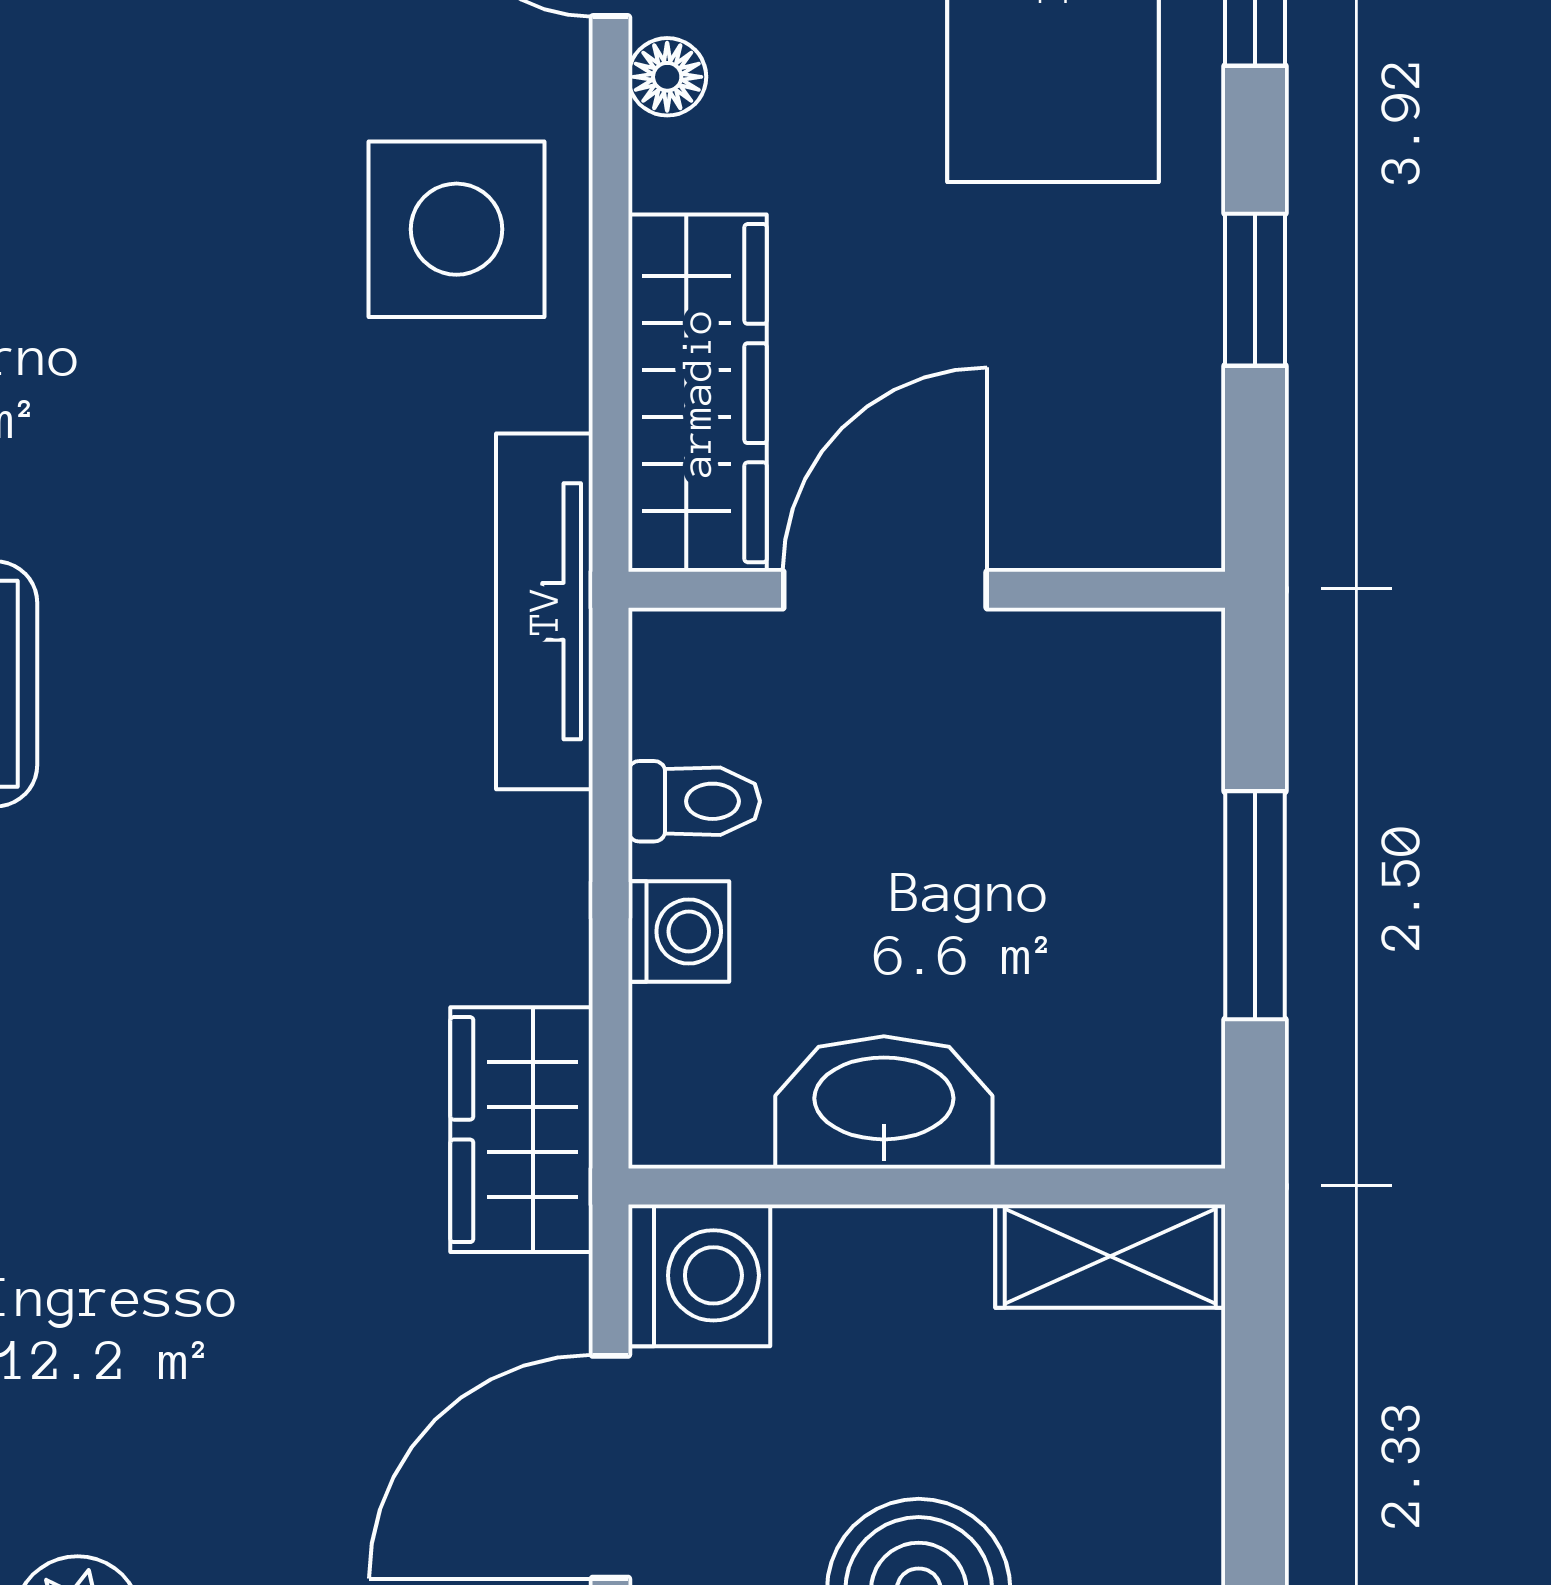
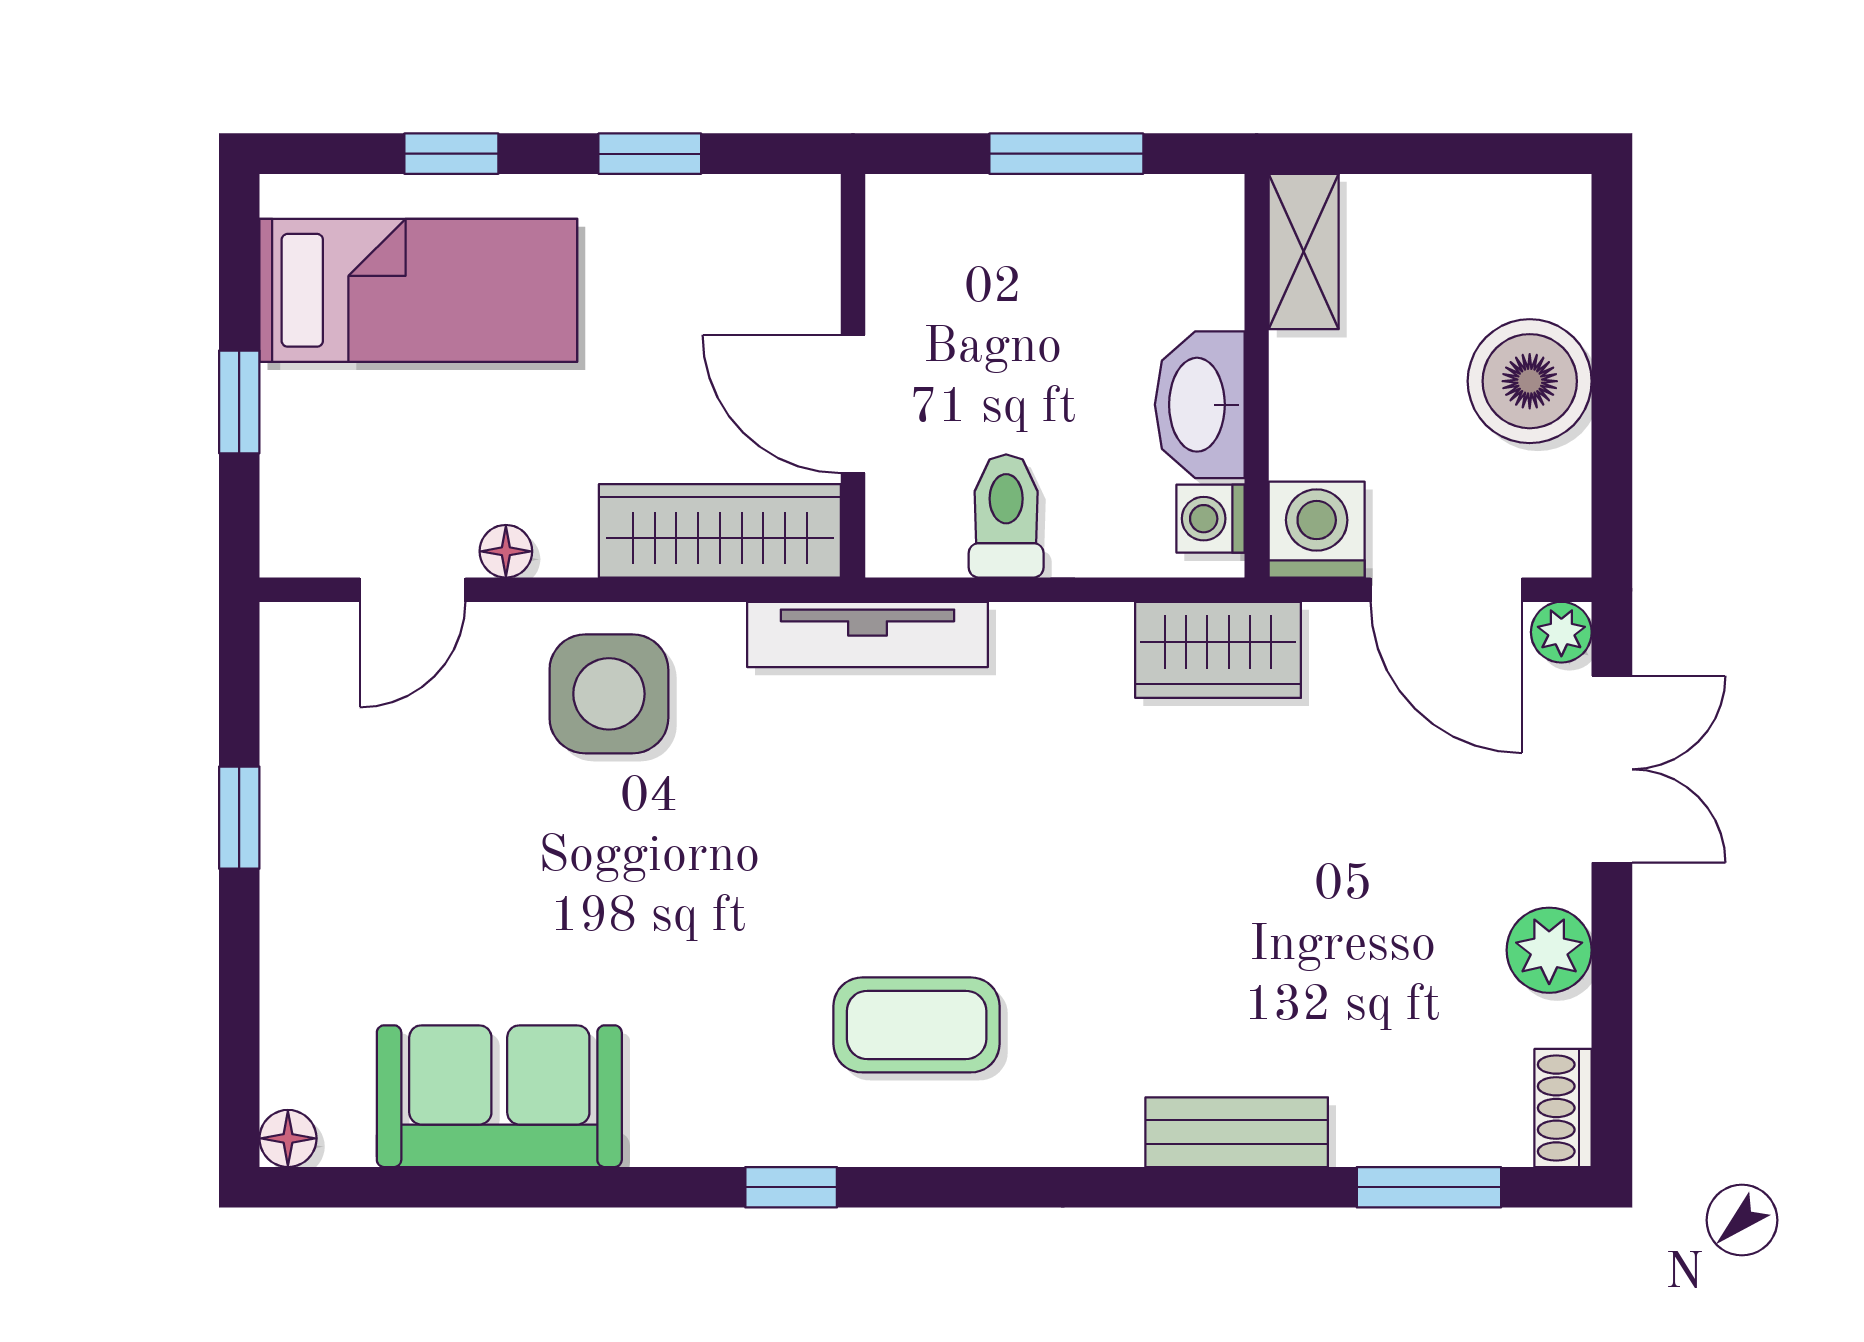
toilet: (694, 801) -> (1006, 516), width x1.37, depth x1.39
washing machine: (679, 931) -> (1210, 519), moved, turned -90

